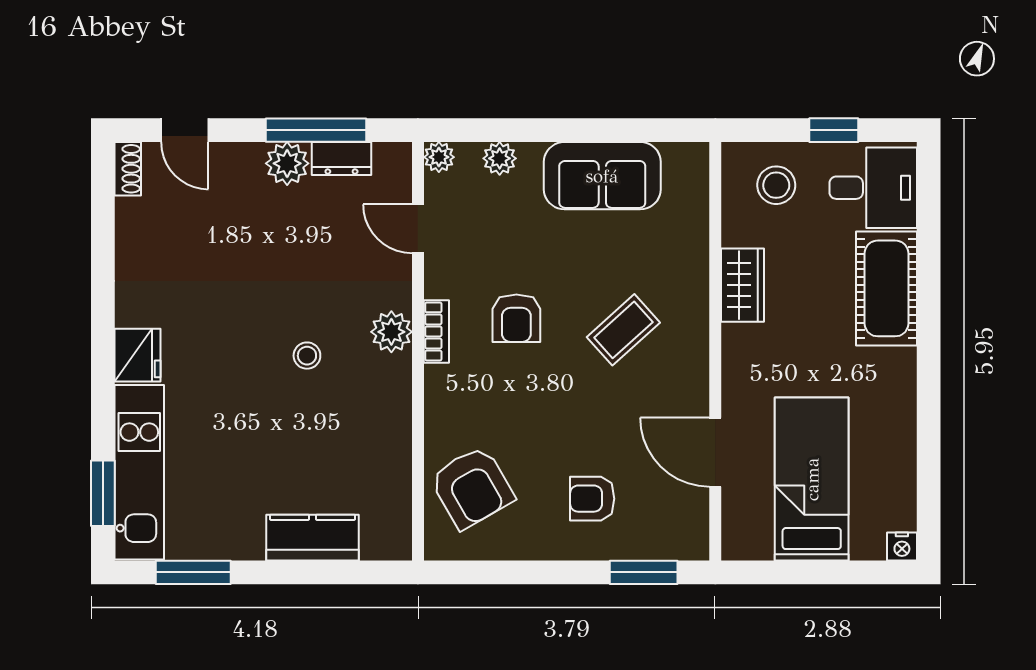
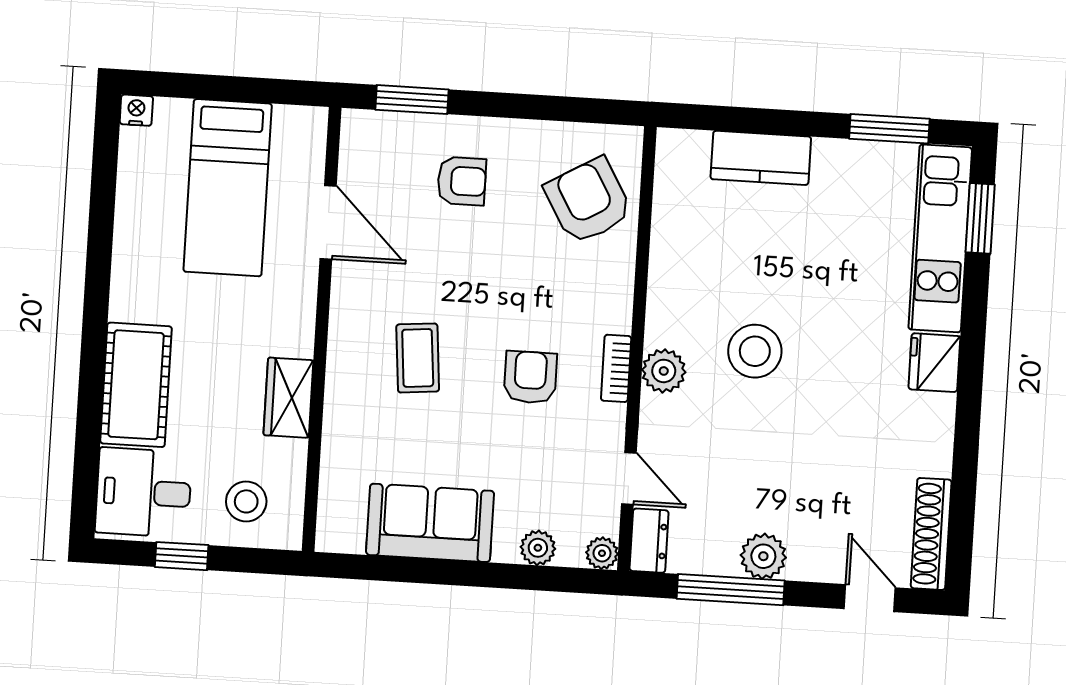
dresser: (341, 159) -> (649, 541), moved, turned 90
shoe rack: (128, 169) -> (931, 534), width x1.94, depth x1.24
coffee table: (623, 330) -> (418, 358), turned -53
stool: (307, 356) -> (755, 351), width x1.89, depth x1.89

